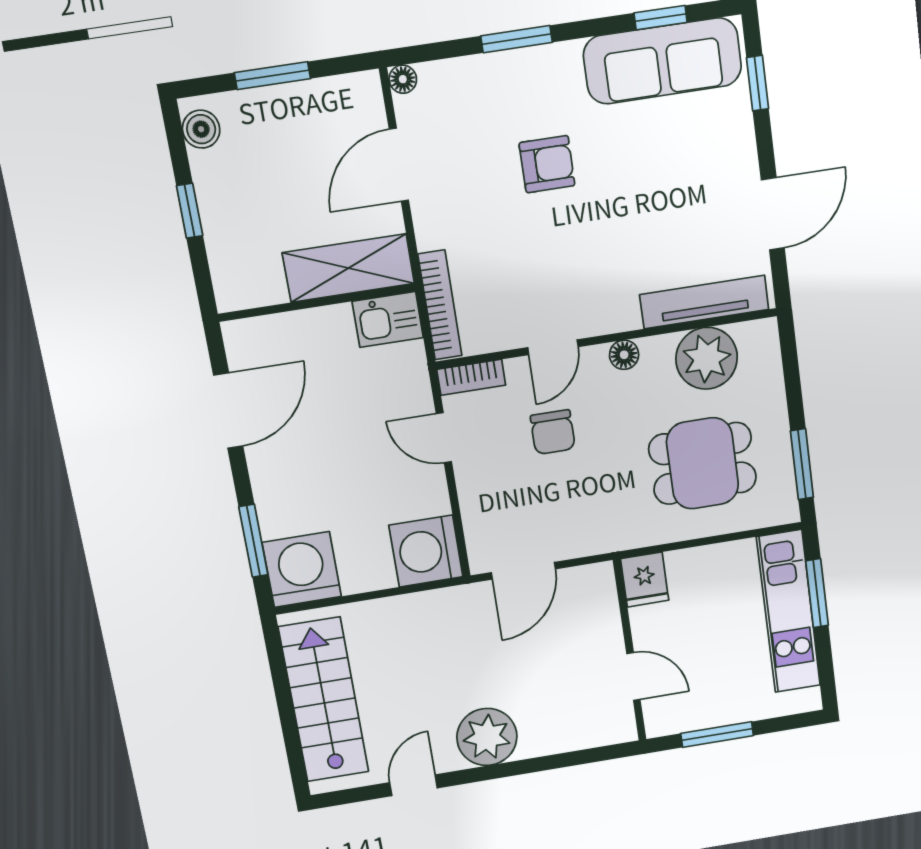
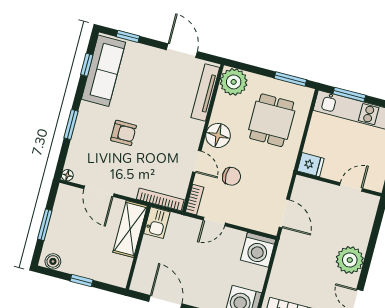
armchair: (547, 164) -> (124, 133), turned 90
floor lamp: (624, 355) -> (218, 135), width x1.89, depth x1.89
plant: (707, 358) -> (234, 82), moved

